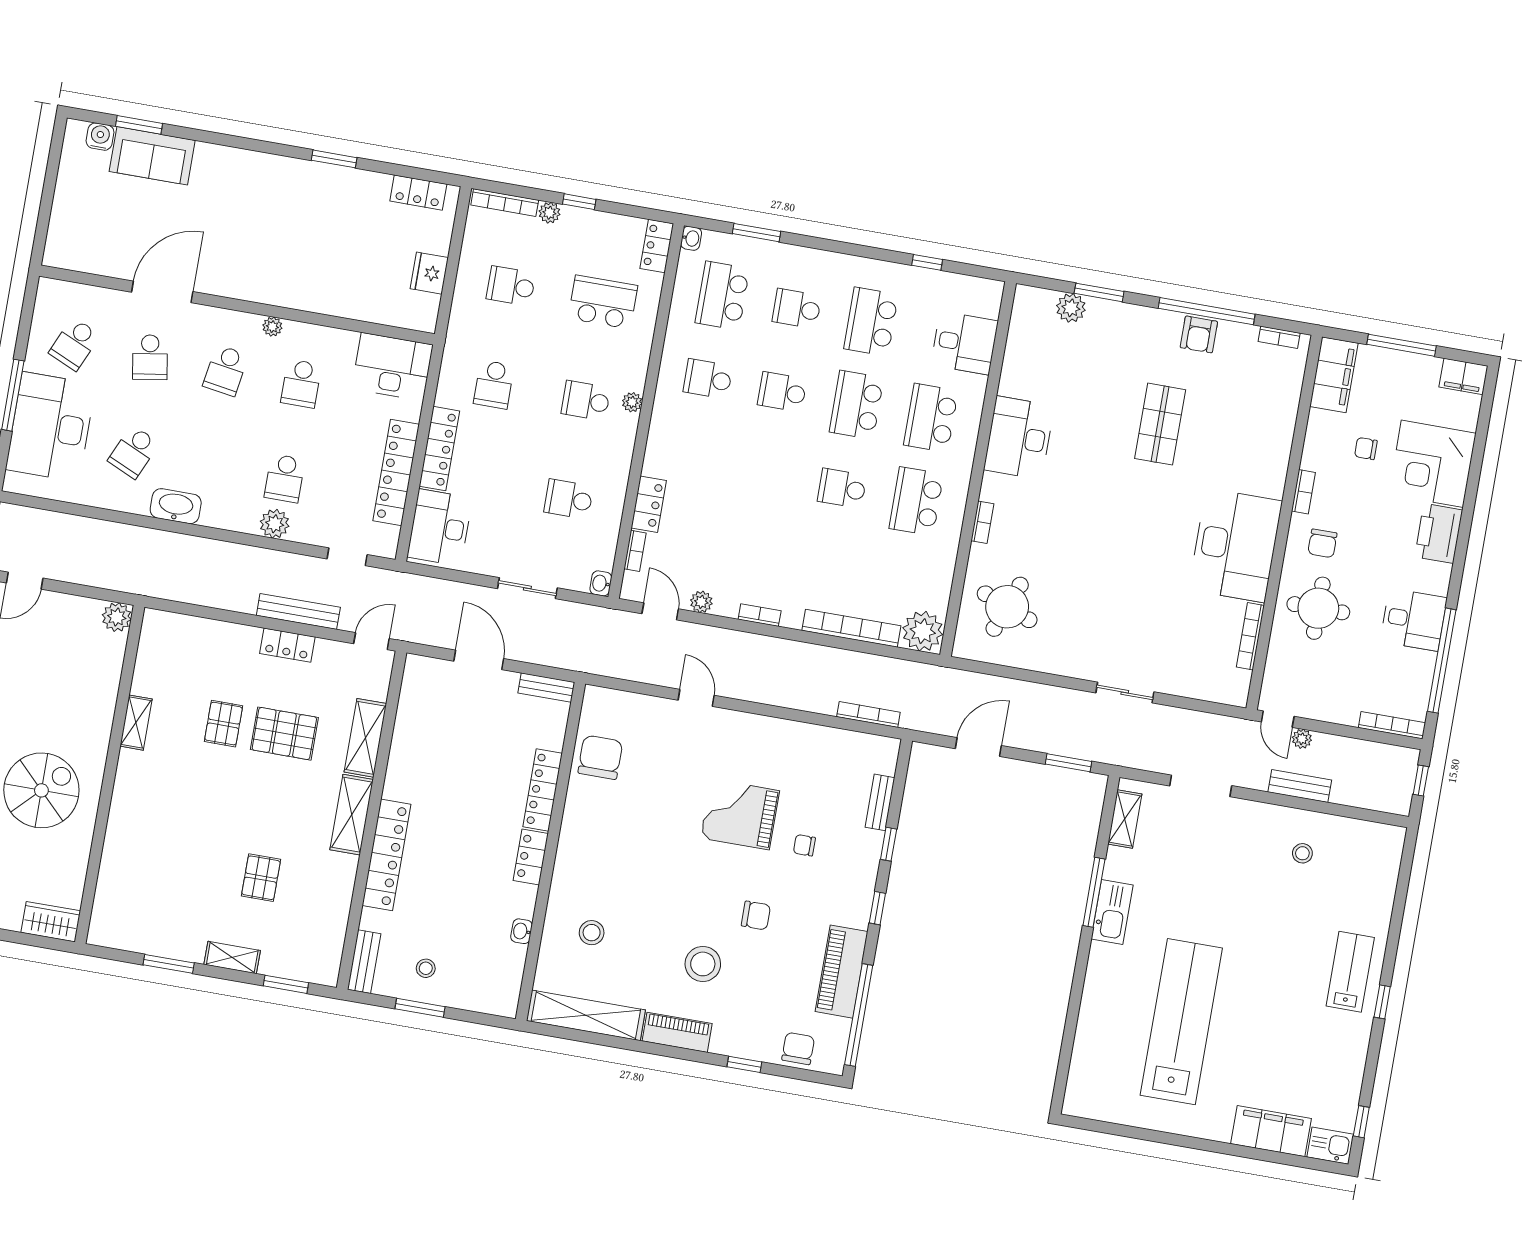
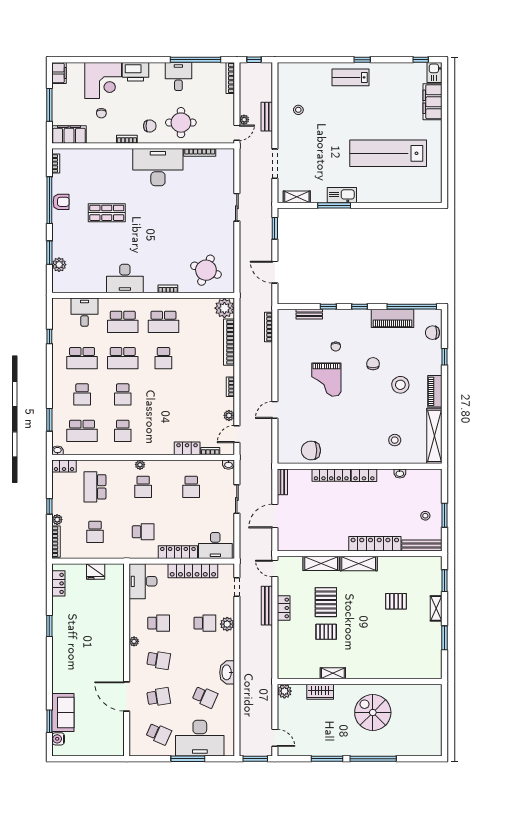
wardrobe: (51, 922) -> (320, 692), moved, turned -90
bench: (364, 962) -> (422, 545), width x1.36

